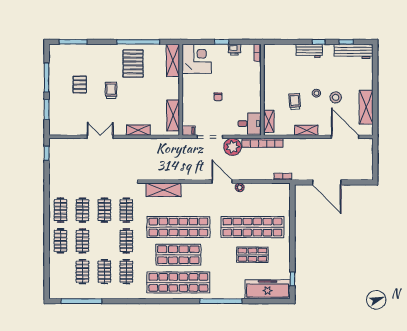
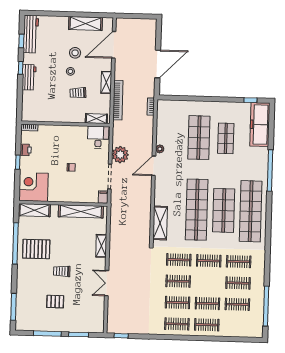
shelving: (173, 115) -> (81, 211), width x1.47
bookcase: (262, 143) -> (118, 100), moved
shop shelf: (252, 227) -> (199, 138), width x0.71

